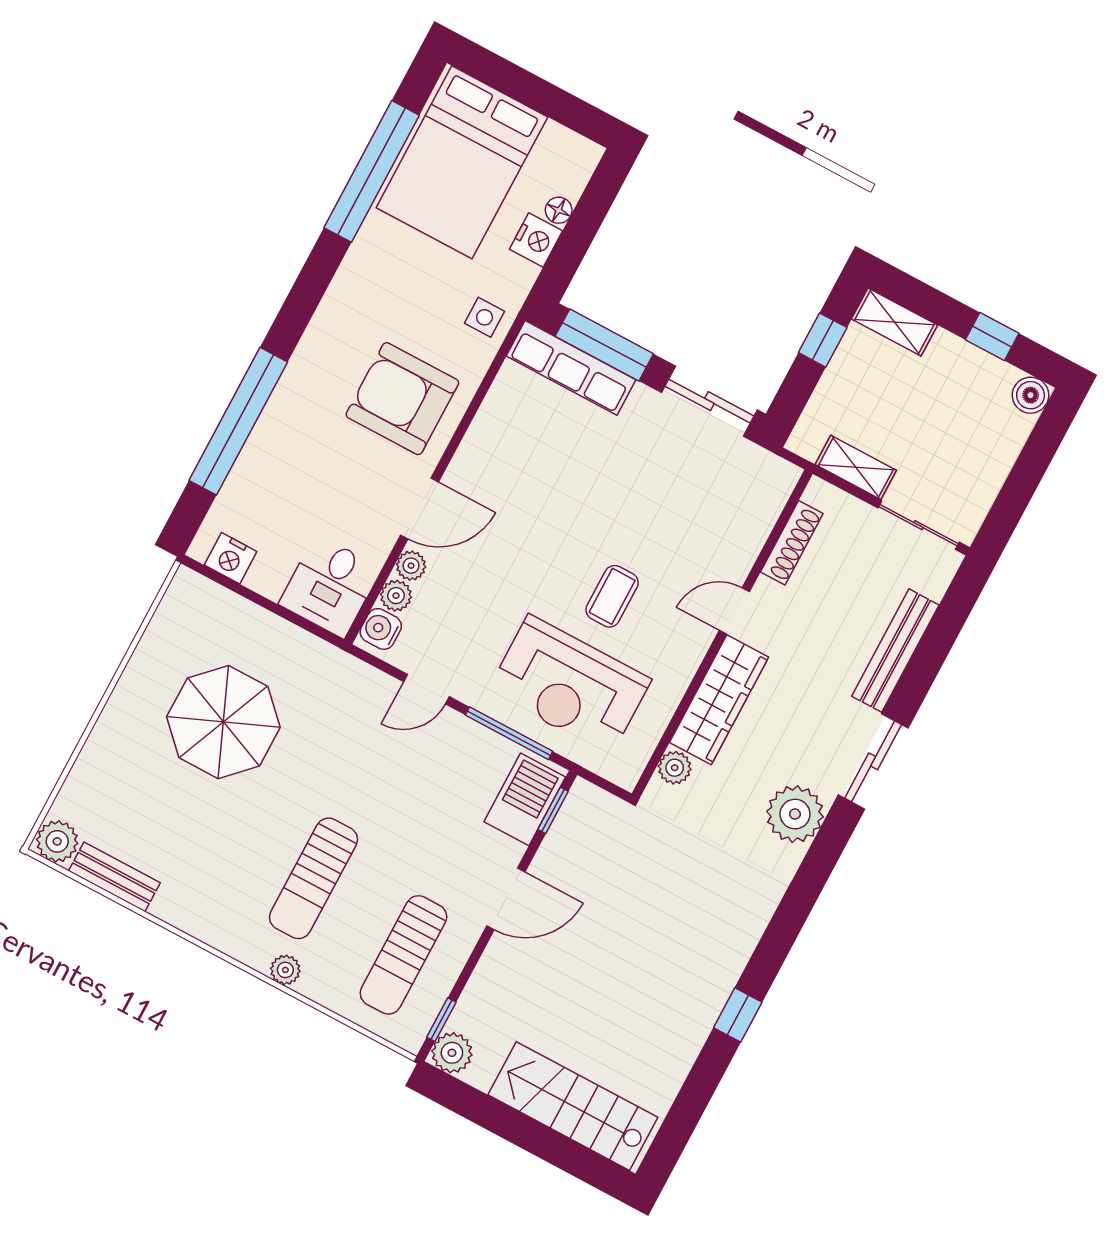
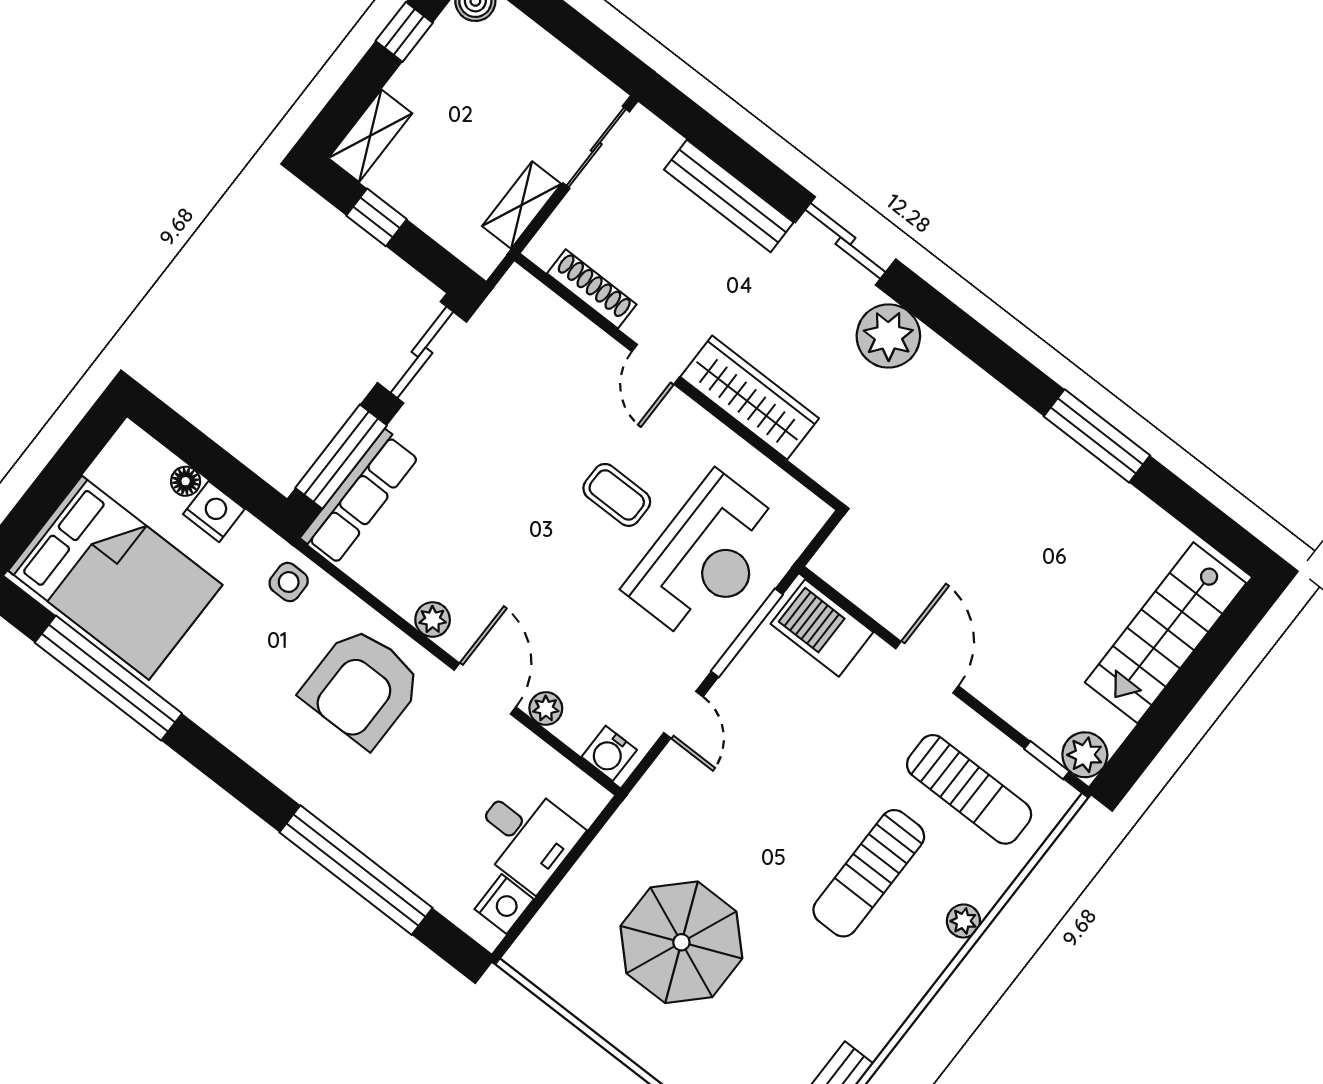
desk: (330, 586) -> (526, 836), moved
plant: (396, 596) -> (433, 620), moved
plant: (675, 768) -> (815, 459), removed
window: (553, 810) -> (839, 599), removed
sun lounger: (313, 878) -> (869, 873), turned 90
window: (738, 1015) -> (1097, 436), width x2.17

